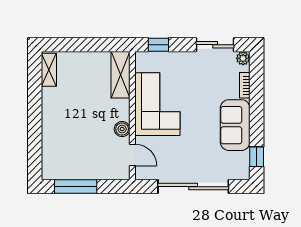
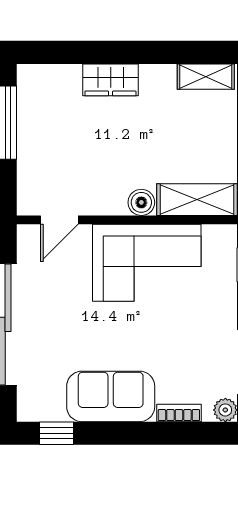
wardrobe: (51, 125) -> (111, 80), added
boiler: (122, 129) -> (141, 202), moved

